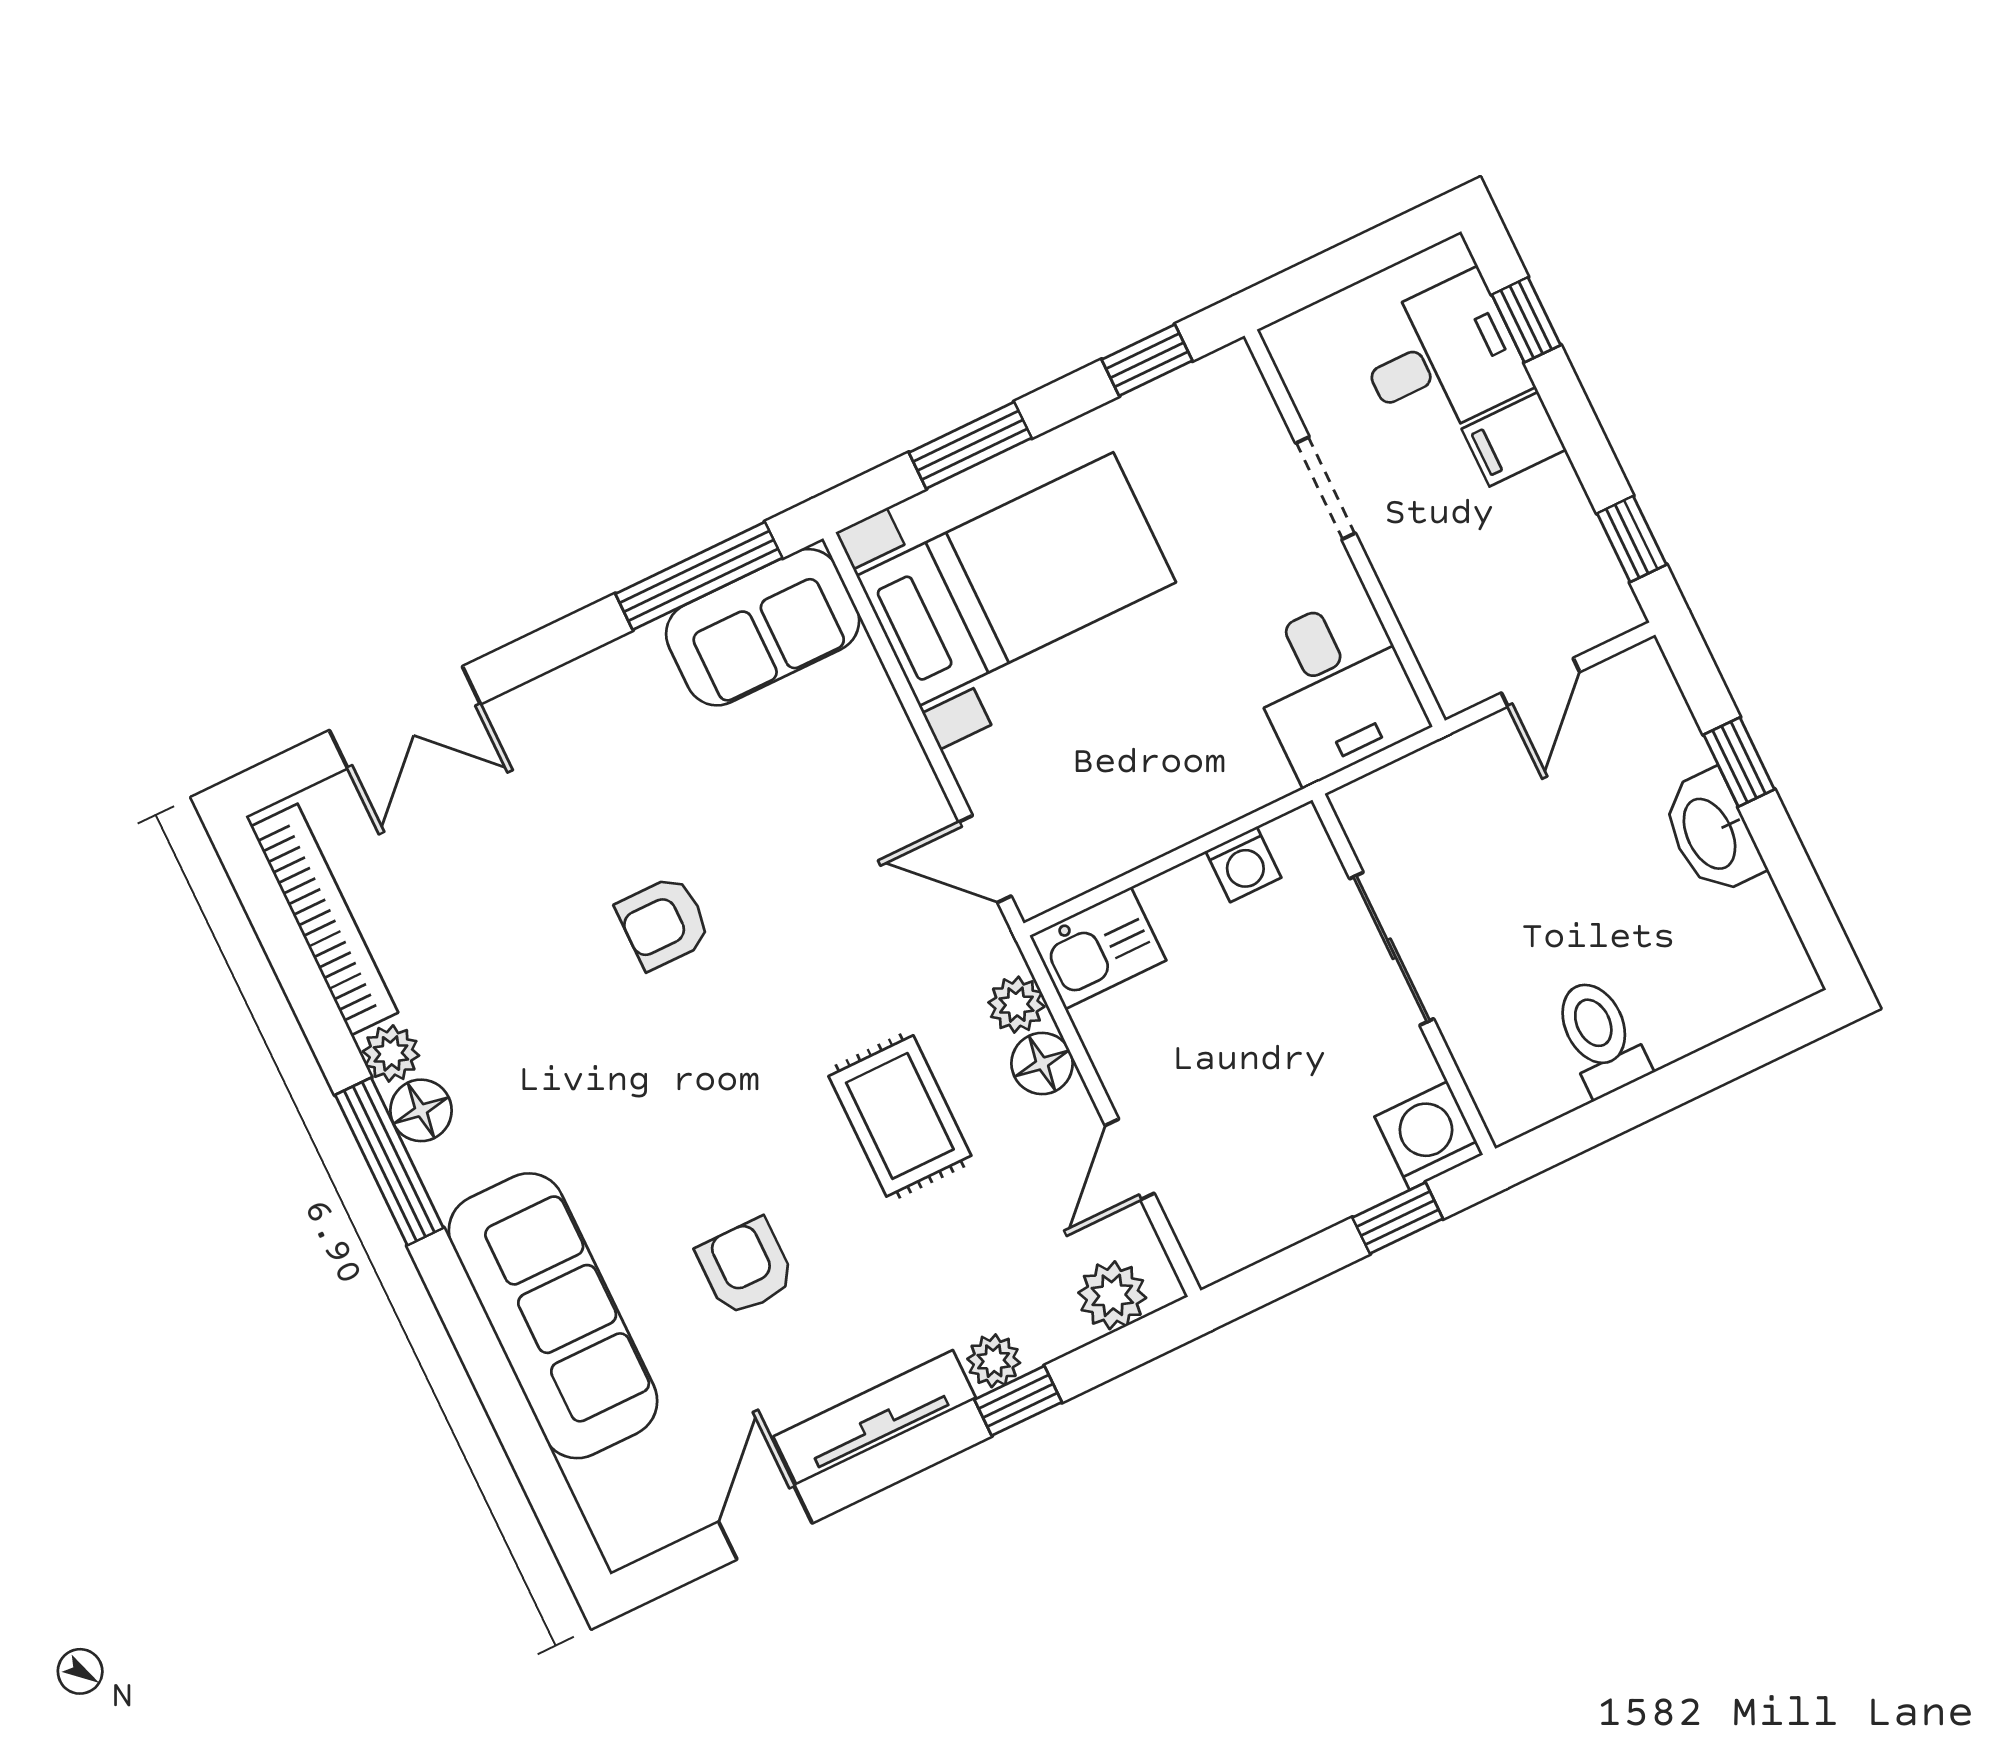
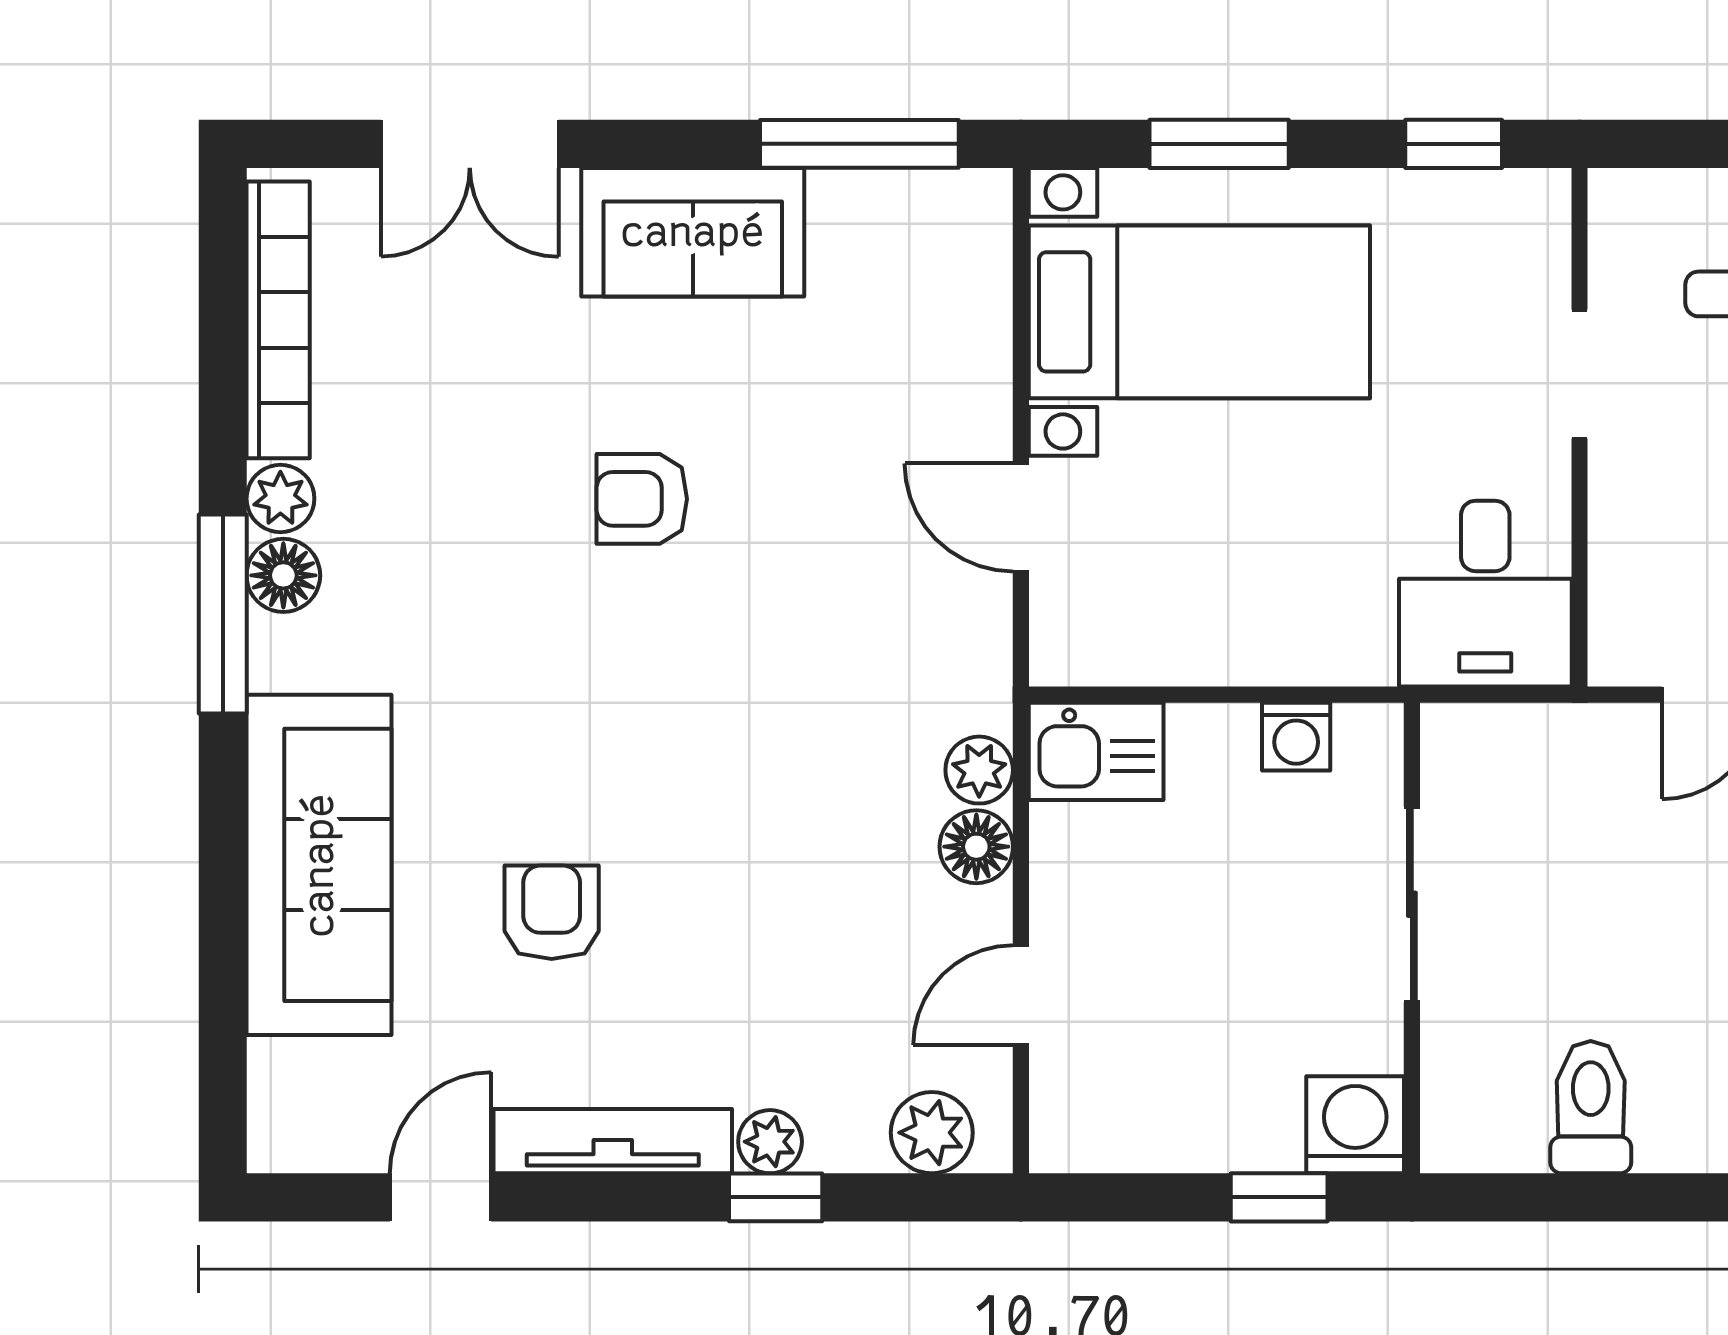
sofa: (763, 627) -> (693, 232), moved
door: (985, 859) -> (1021, 517), moved
rug: (900, 1116) -> (796, 830), removed

